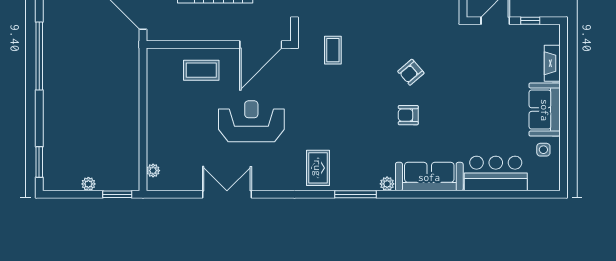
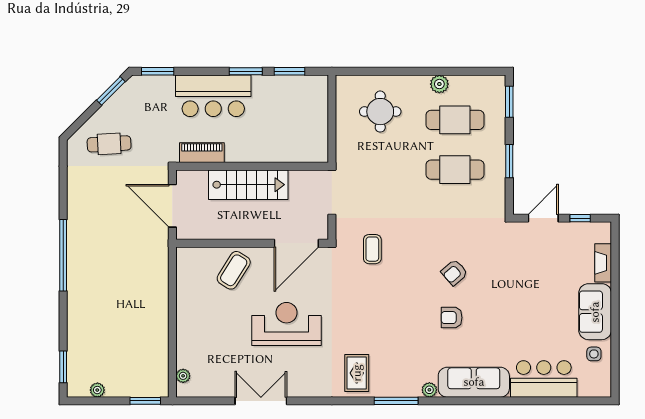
coffee table: (201, 70) -> (234, 270), turned -58
plant: (88, 184) -> (97, 390), moved

